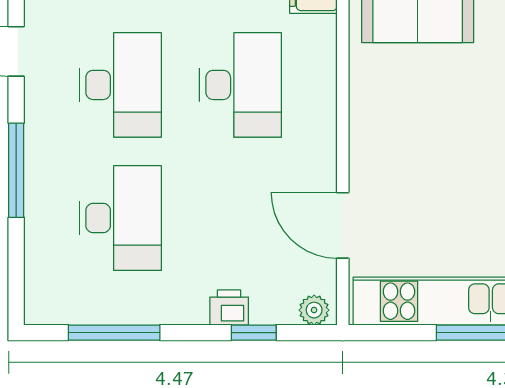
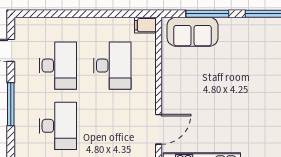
door: (343, 225) -> (159, 129), swing flipped

